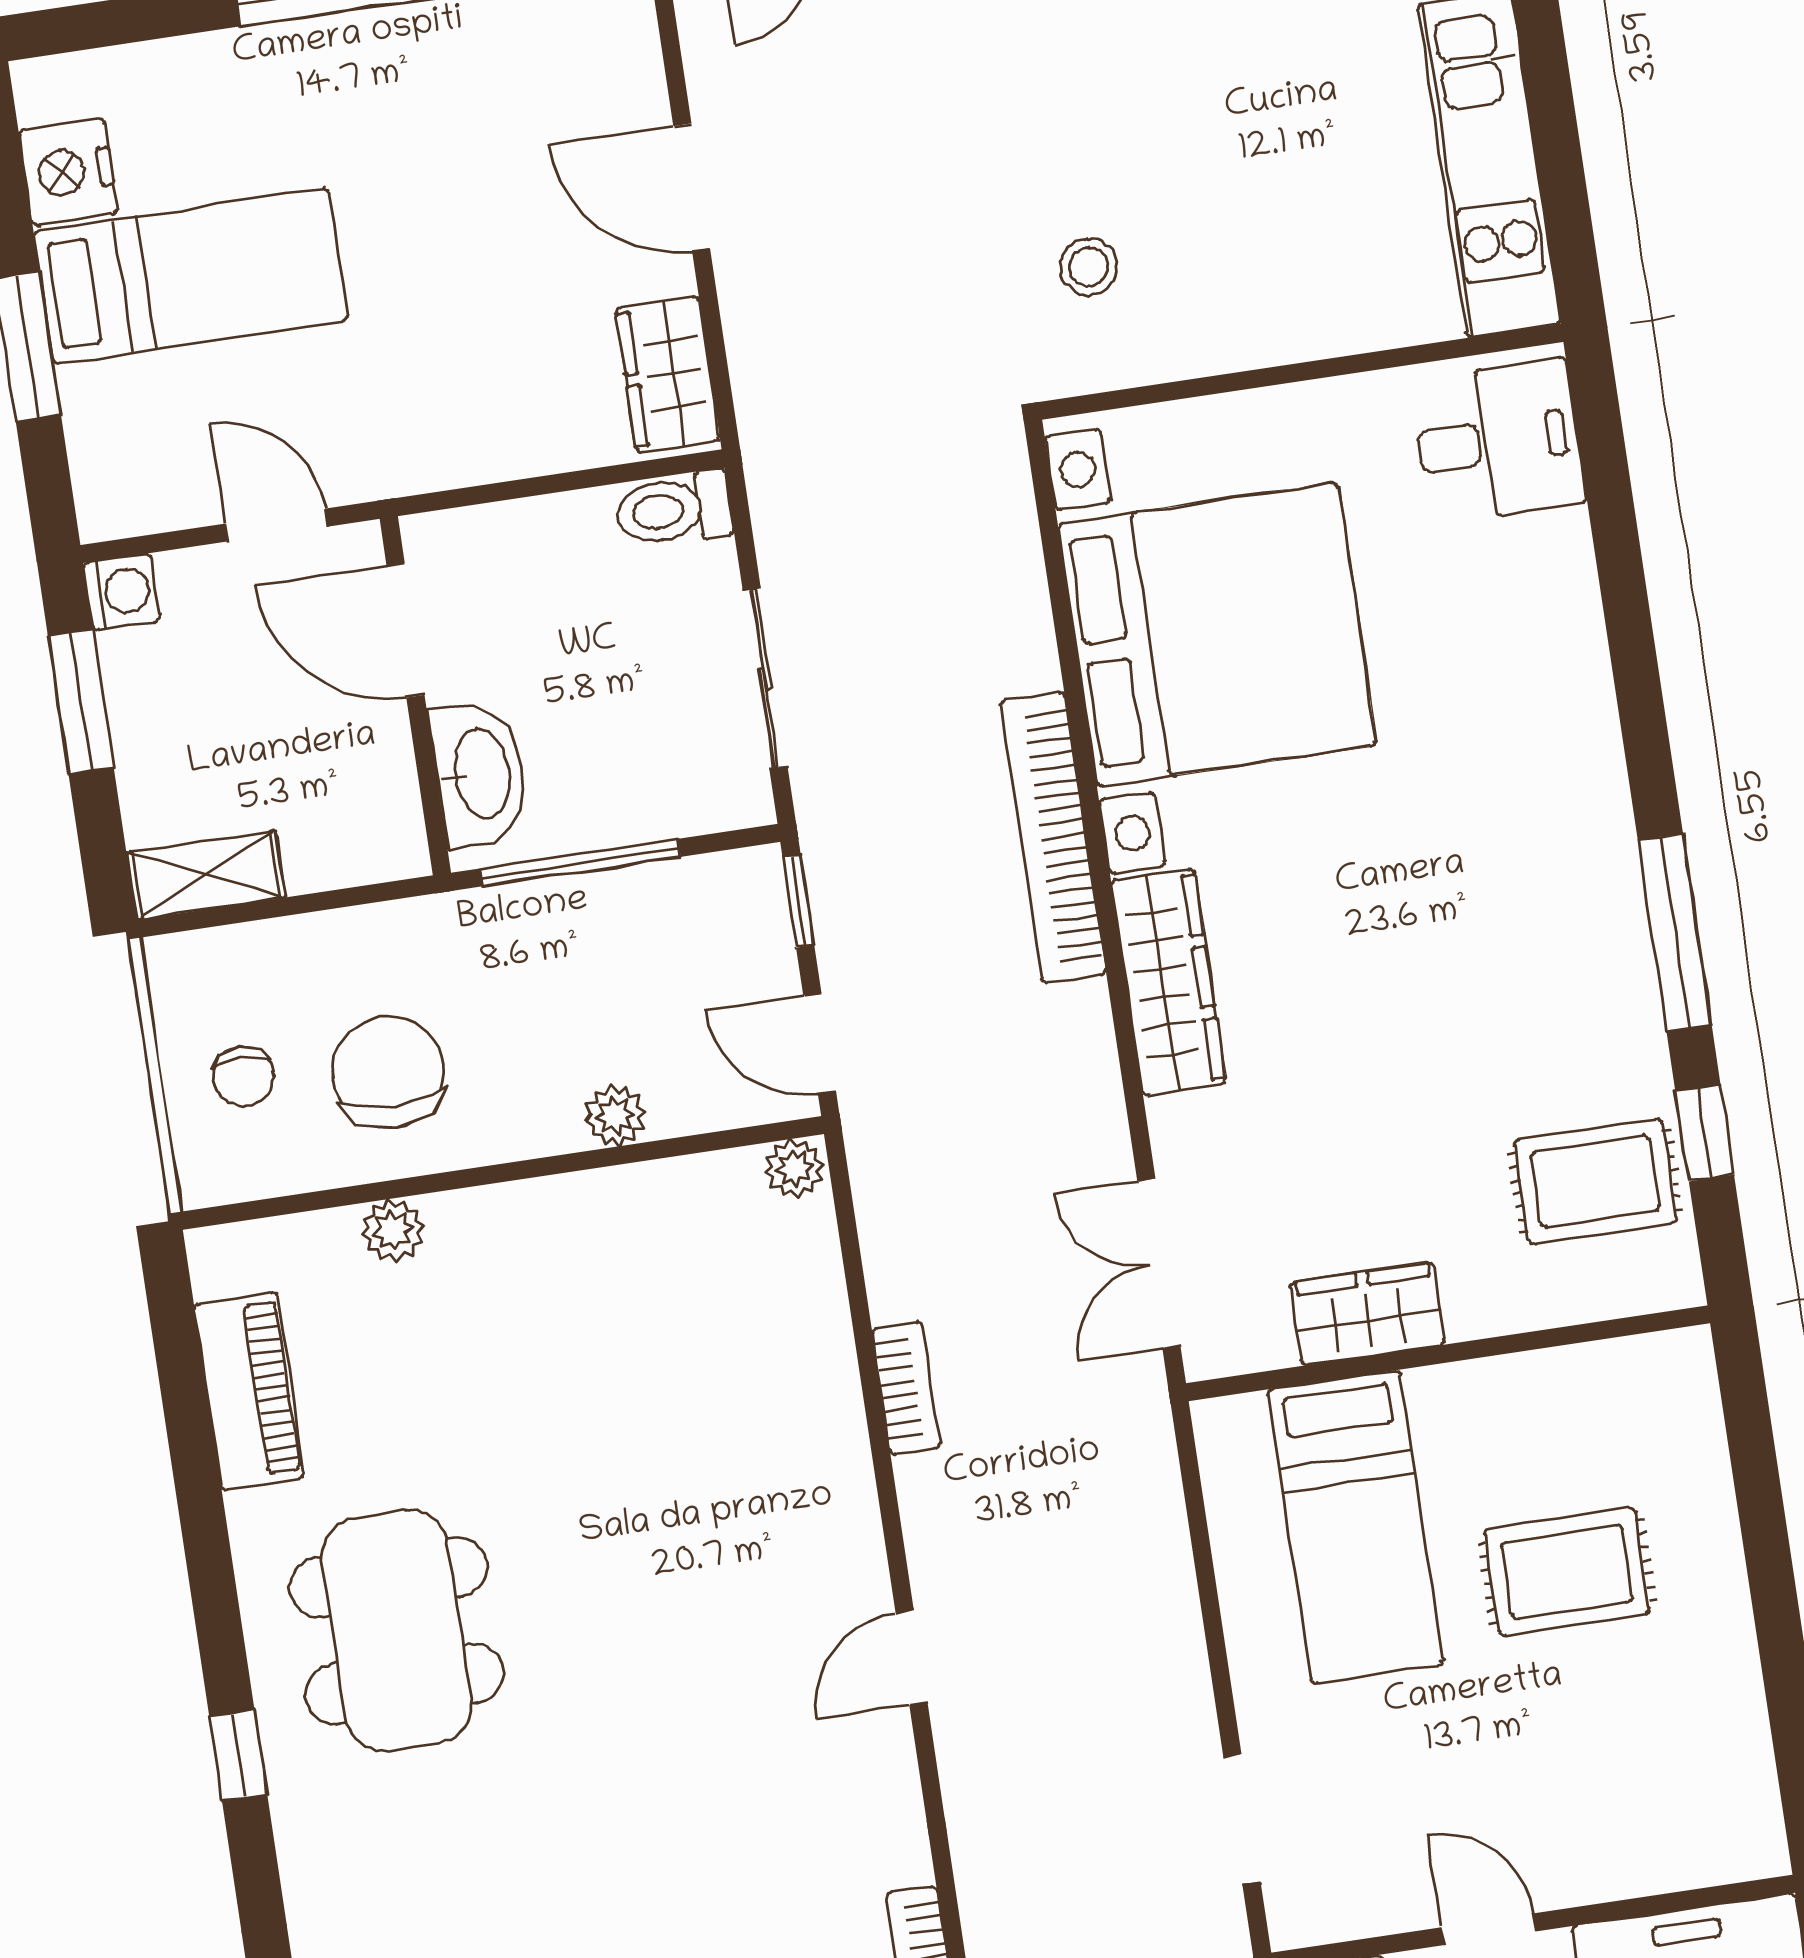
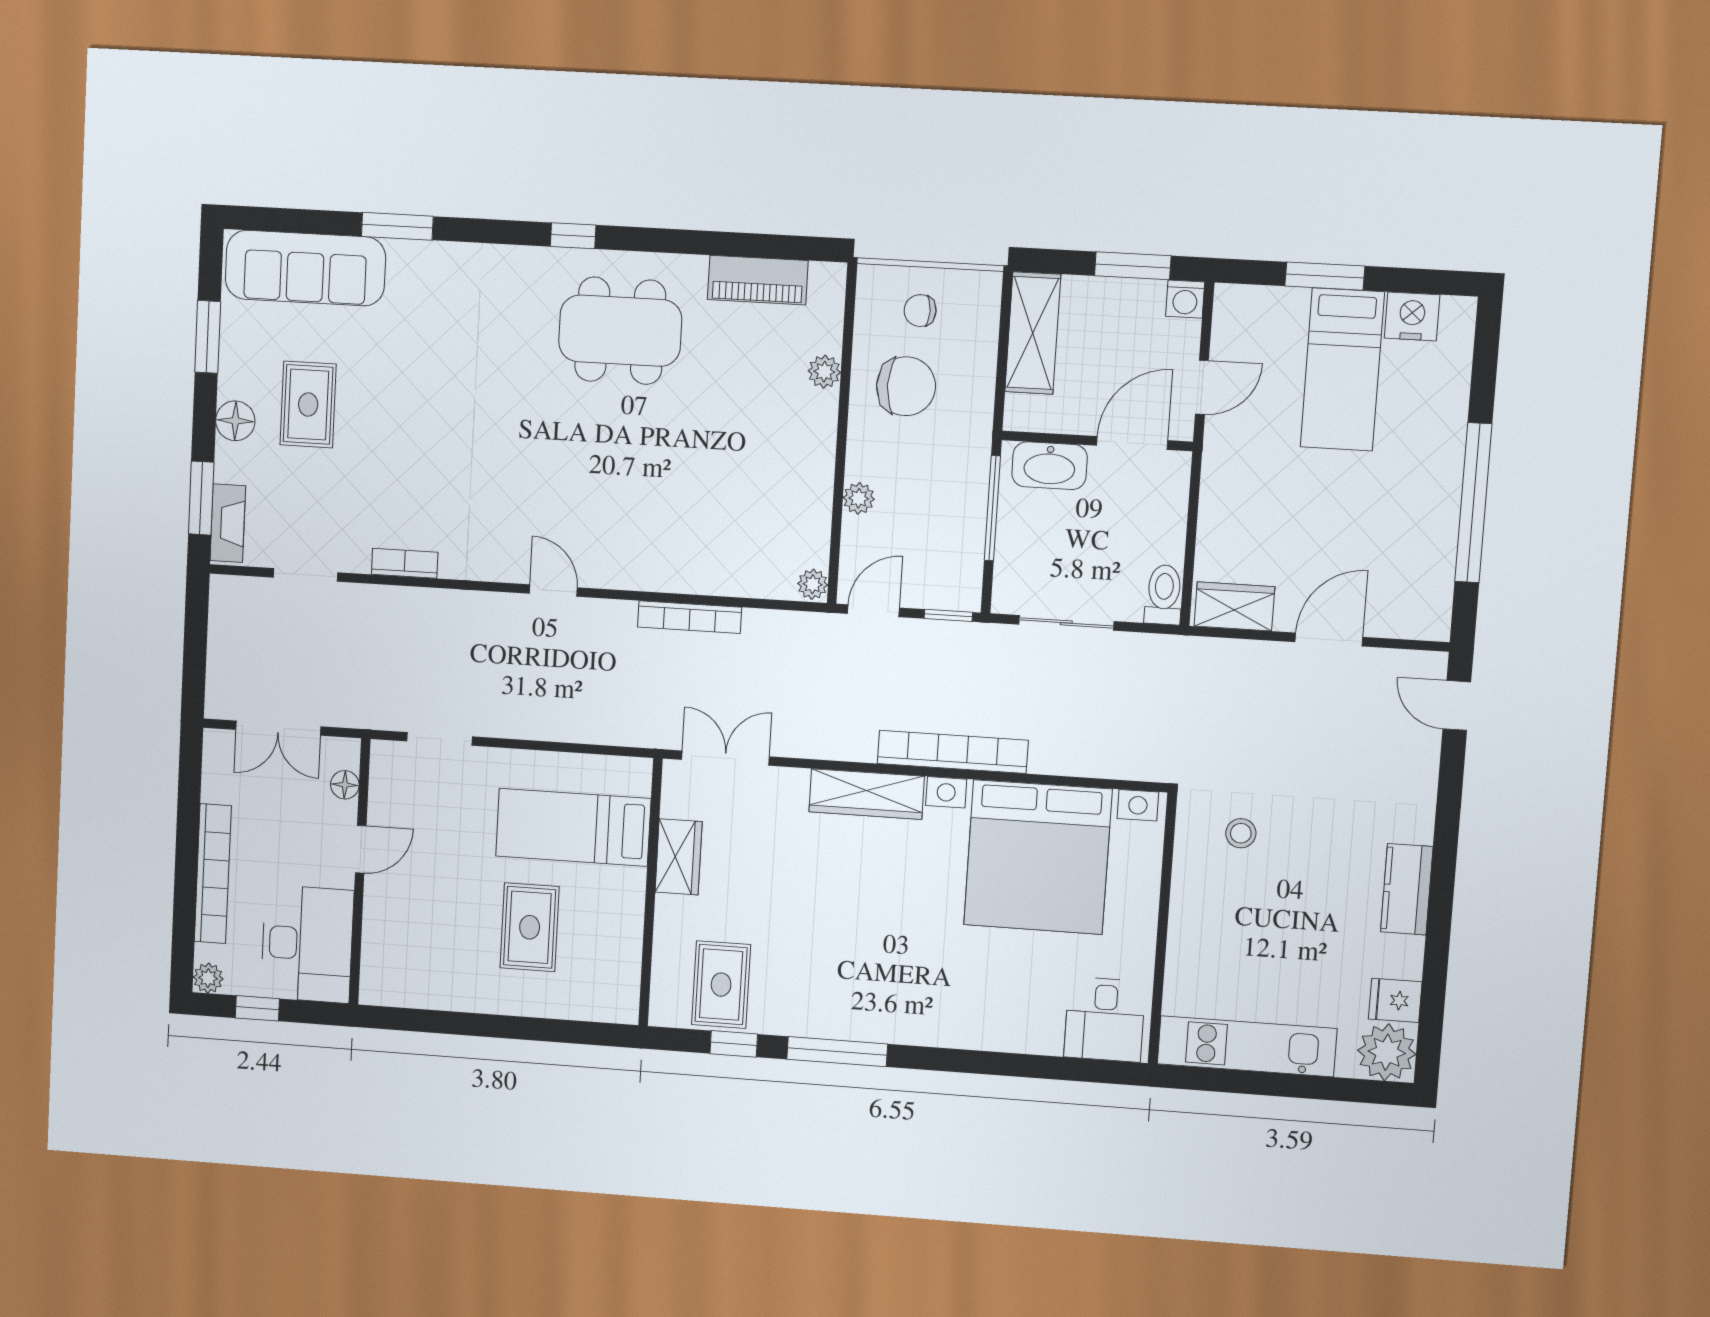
shelving: (206, 875) -> (1033, 333), width x1.50, depth x1.33
bookcase: (906, 1388) -> (690, 617), width x1.56

